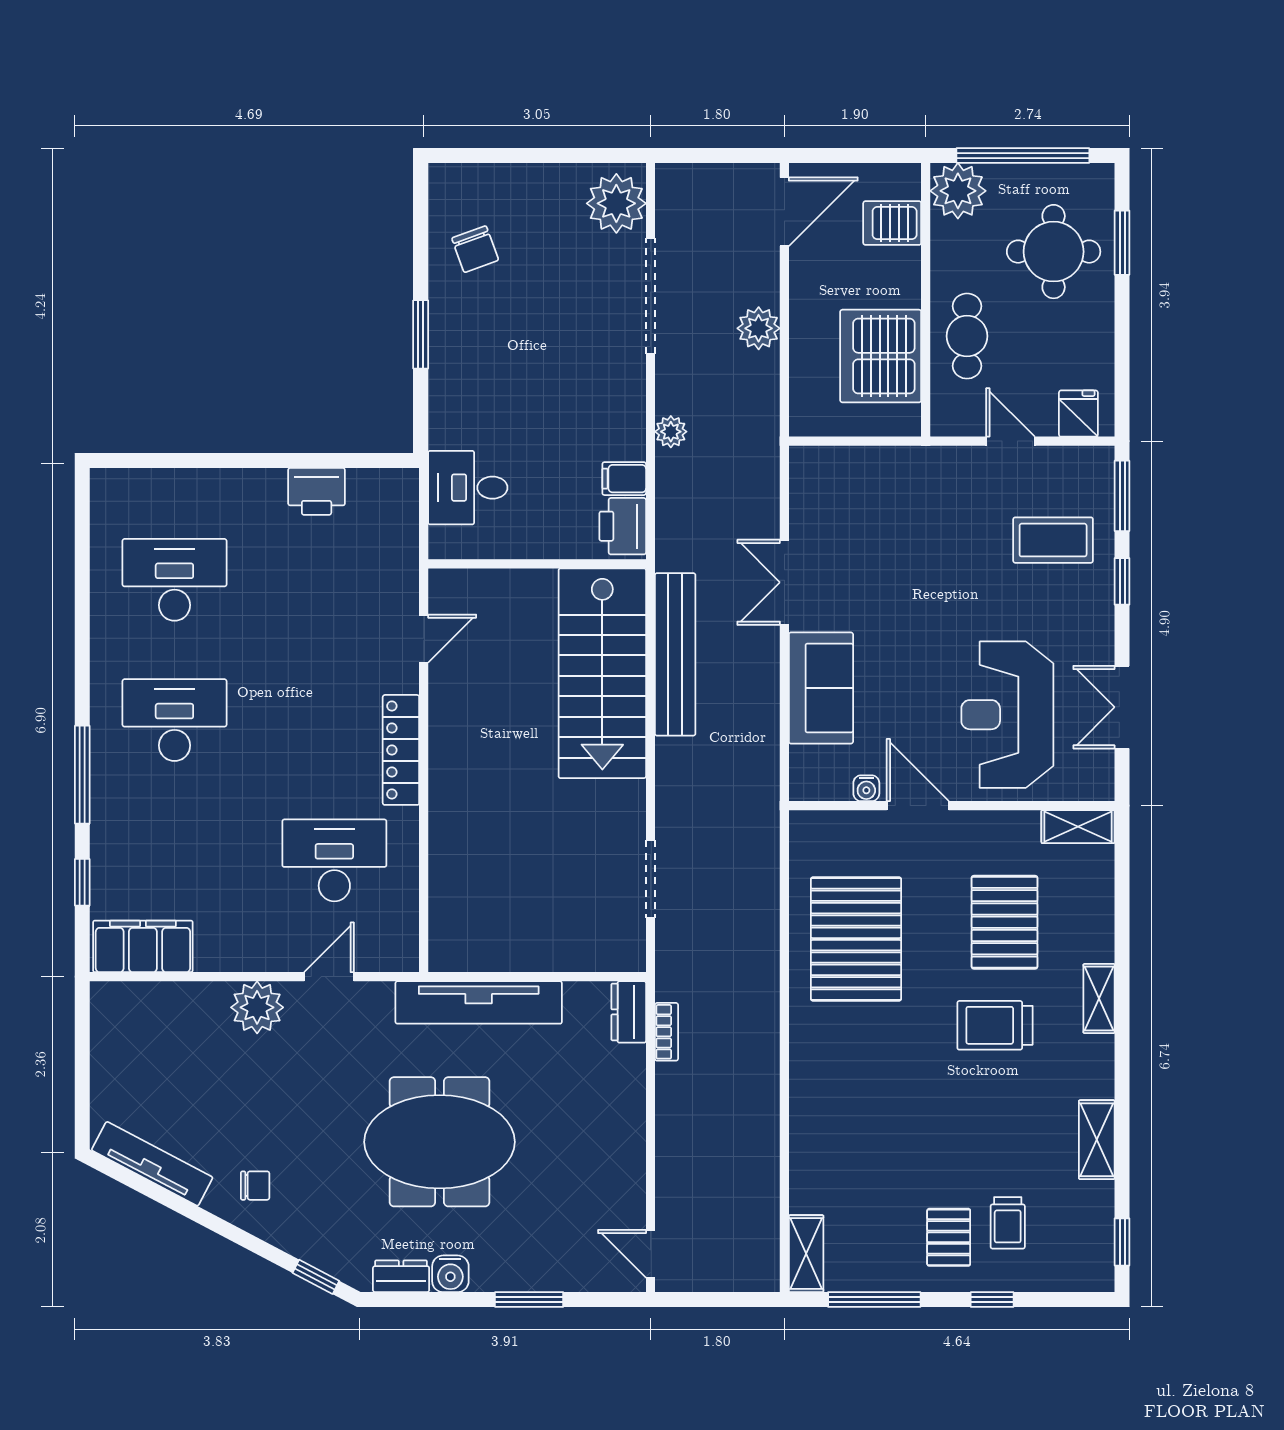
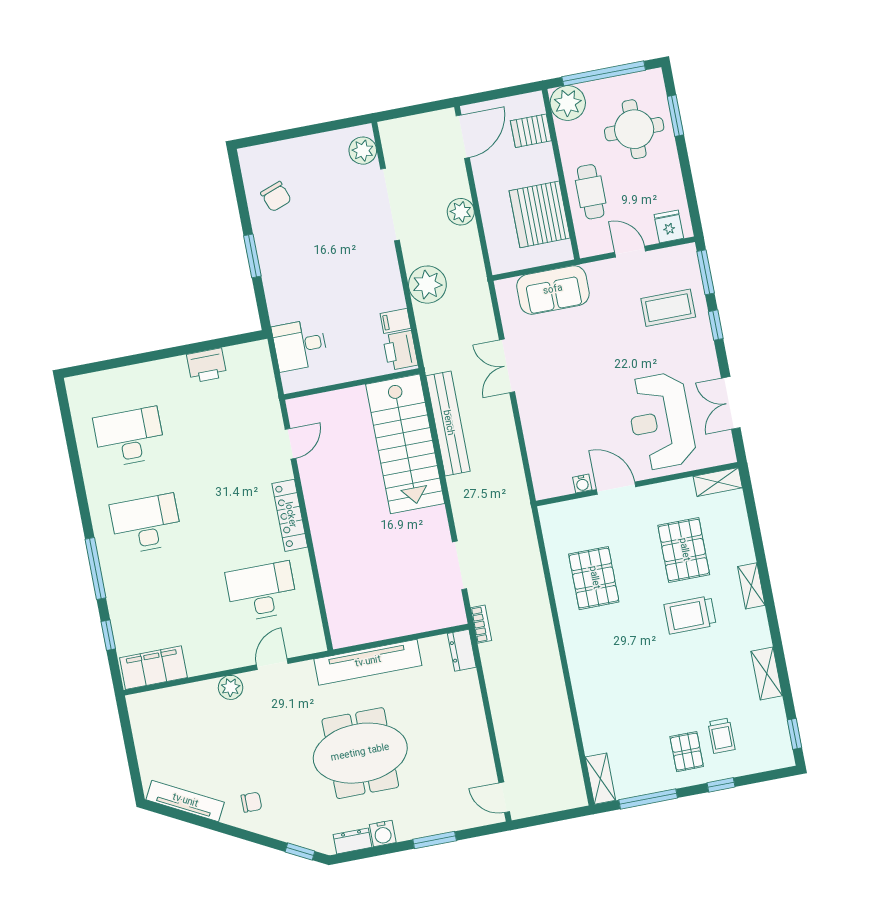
plant: (616, 203) -> (363, 151), width x0.73, depth x0.73
plant: (671, 432) -> (427, 285), width x1.88, depth x1.88
sofa: (821, 688) -> (553, 290), moved, turned 90
pallet: (856, 939) -> (594, 578), width x0.73, depth x0.71
plant: (257, 1007) -> (231, 687), width x0.73, depth x0.73
bookcase: (666, 1032) -> (481, 624), moved

